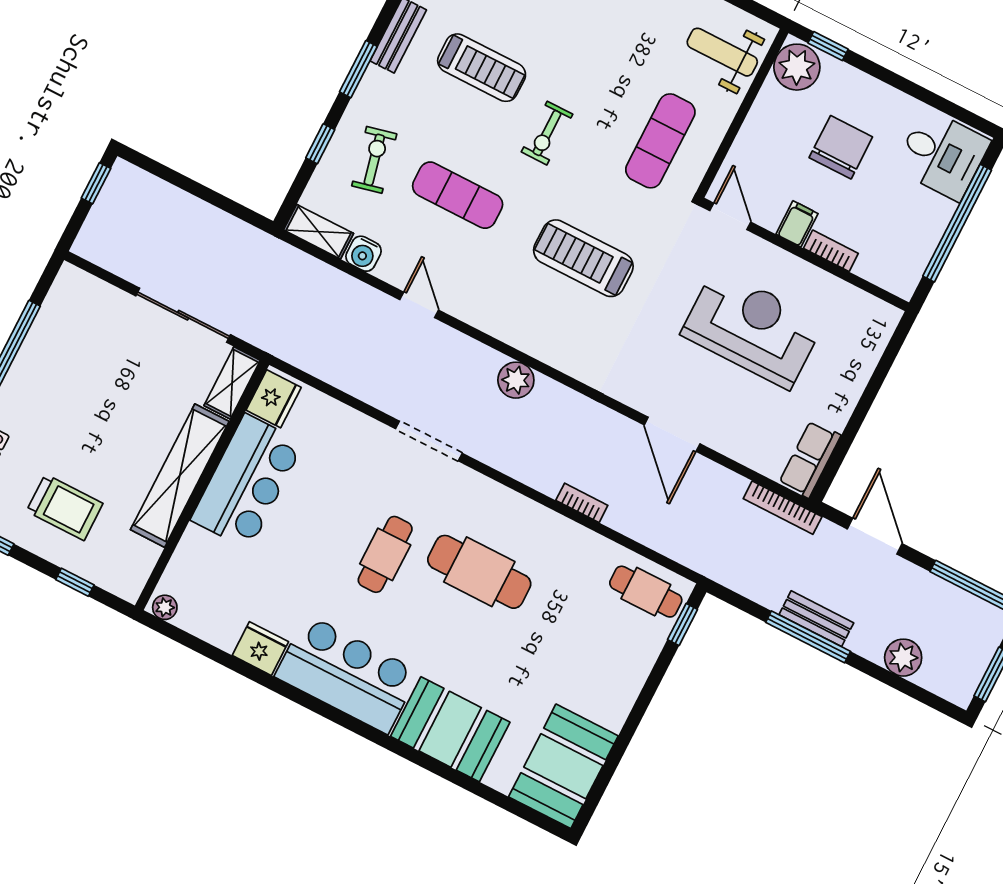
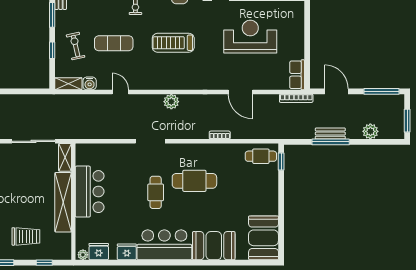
fridge: (274, 399) -> (99, 252), moved, turned -90

